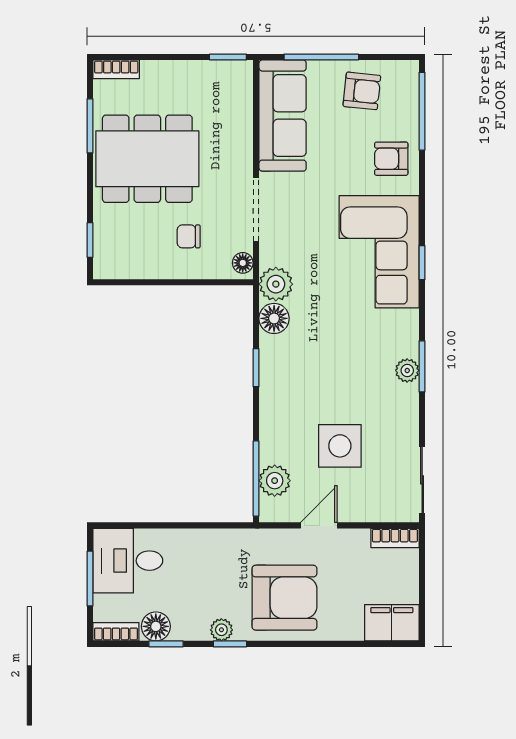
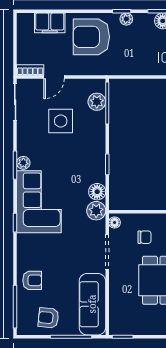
corner sofa: (379, 252) -> (39, 202), moved
door: (319, 525) -> (54, 77), moved
filing cabinet: (392, 623) -> (50, 23), moved

